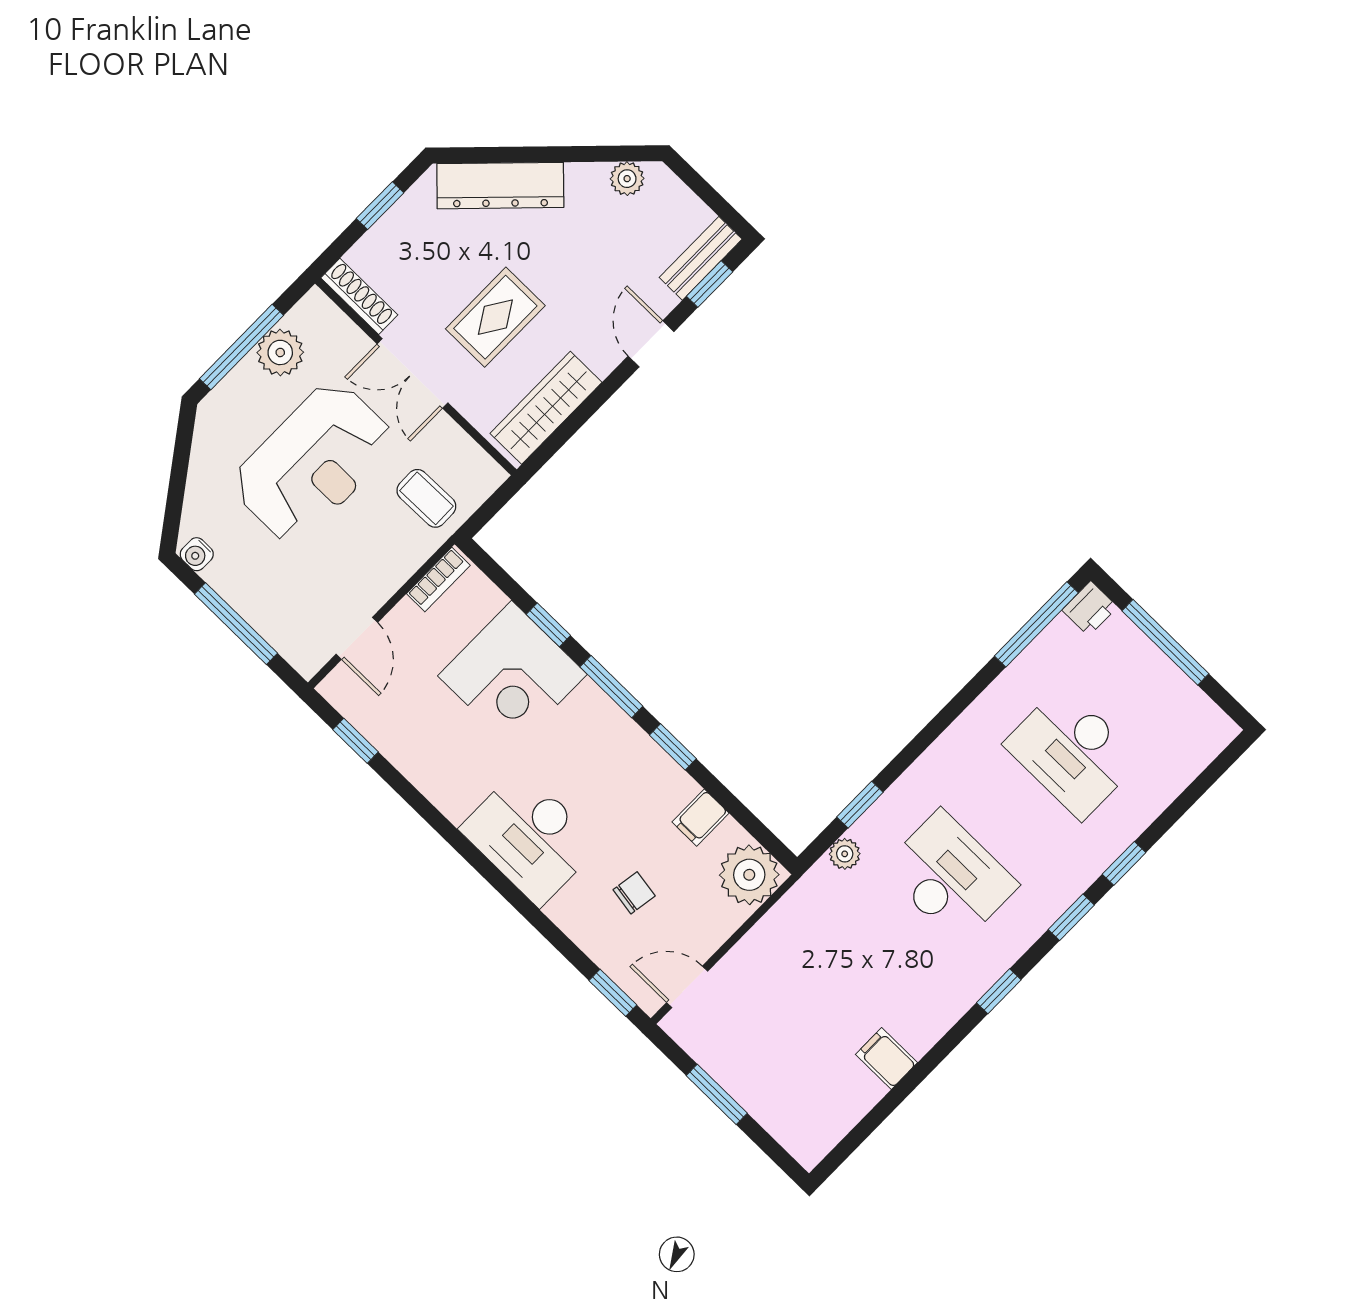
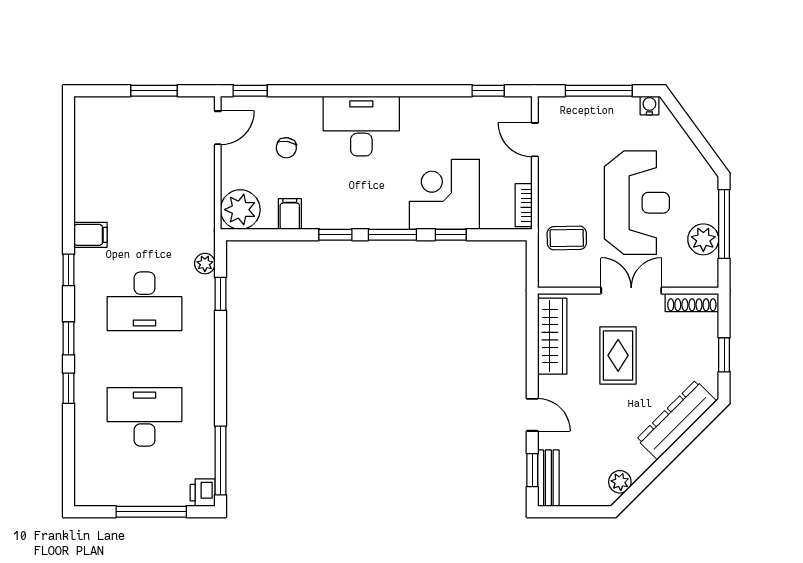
reception desk: (313, 462) -> (637, 203), turned 180
filing cabinet: (887, 1059) -> (91, 235), moved

